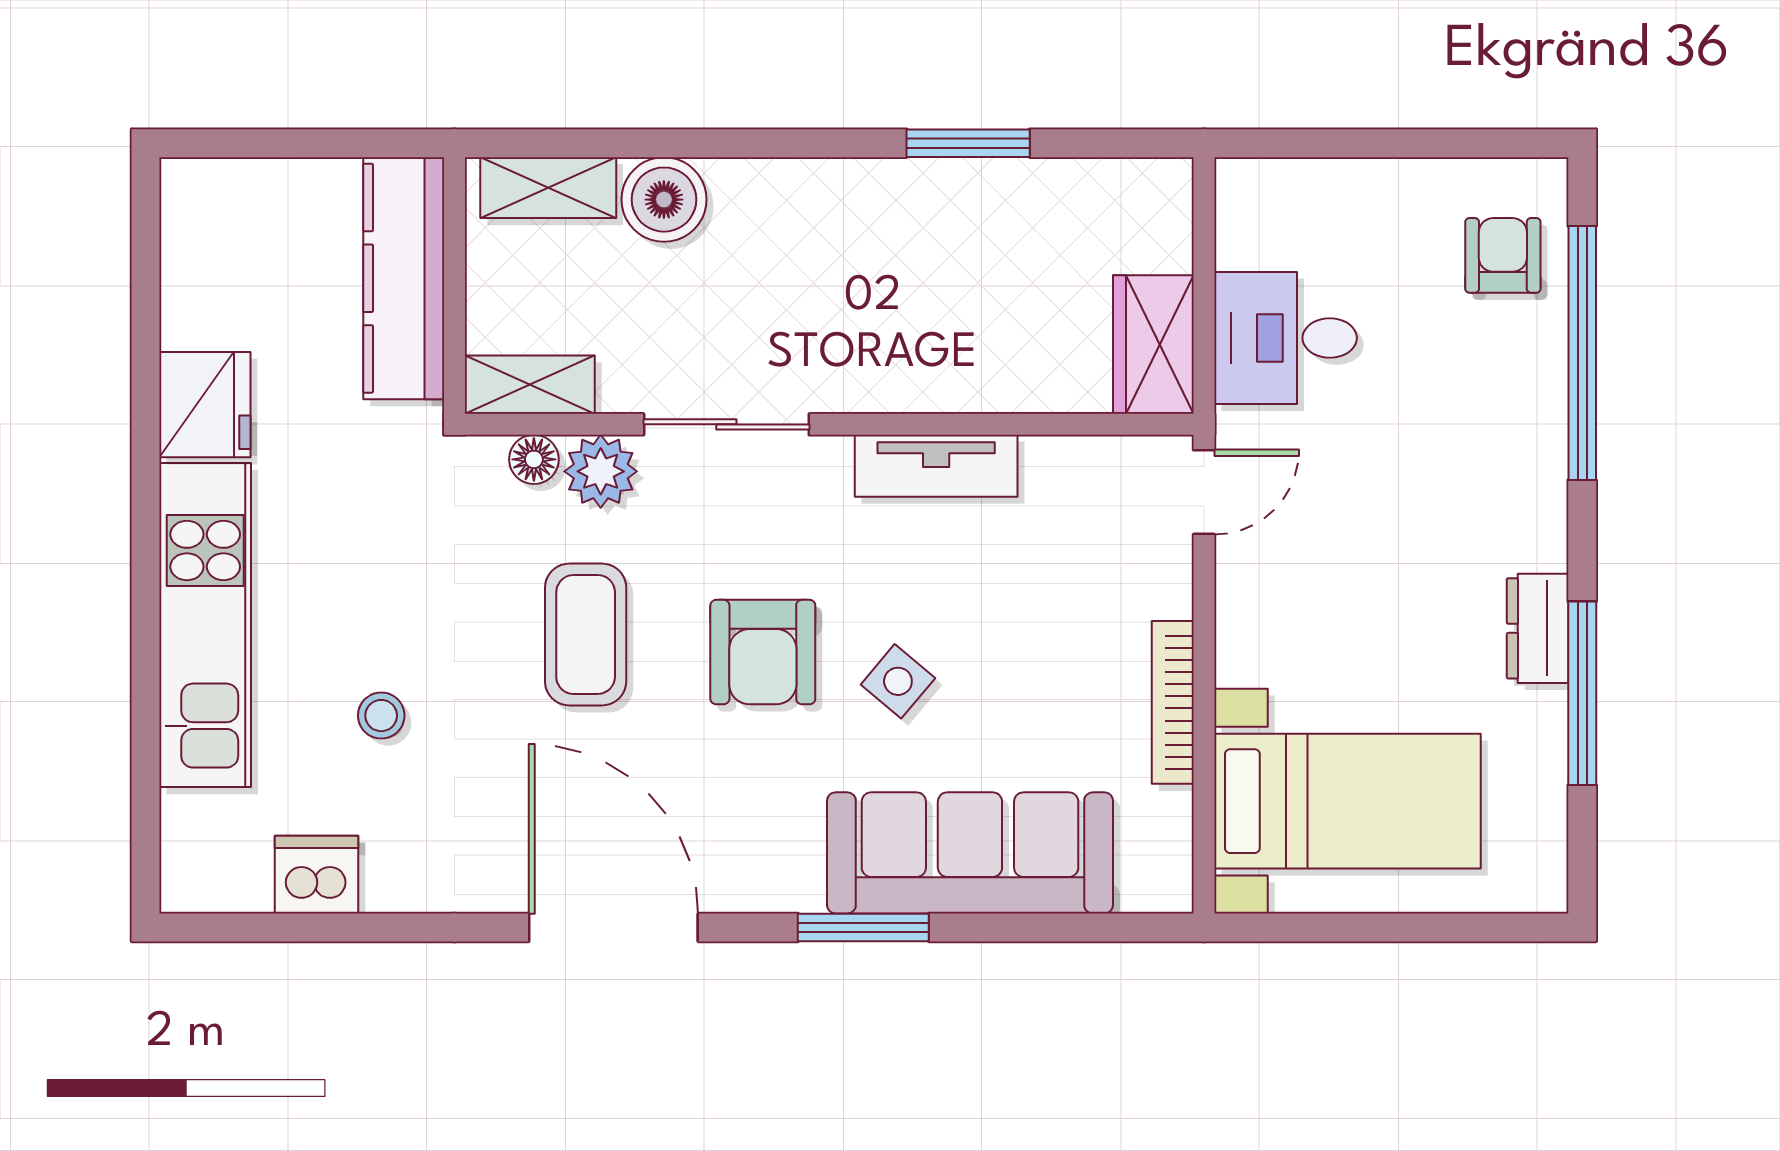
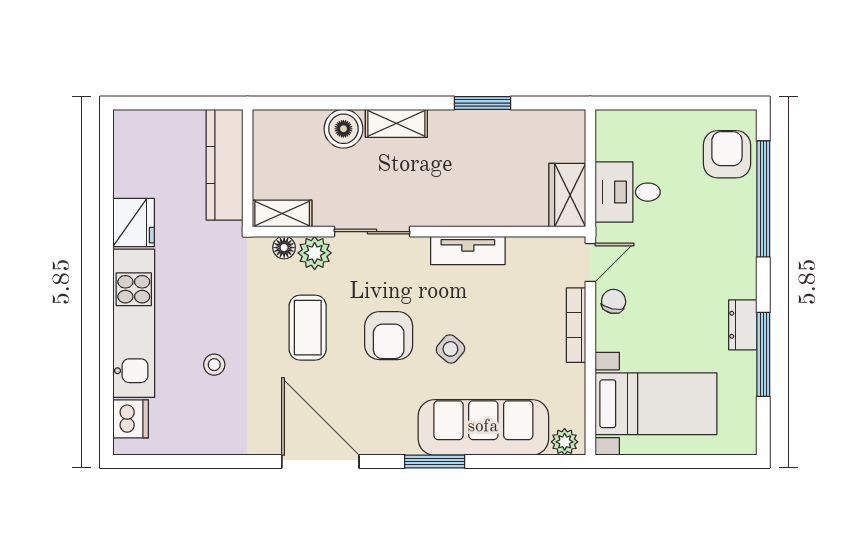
shelving: (548, 188) -> (396, 123), moved
armchair: (1503, 255) -> (727, 154), width x1.38, depth x1.38
chair: (1255, 577) -> (614, 301), added
bookcase: (1173, 702) -> (576, 325), moved
dishwasher: (317, 875) -> (131, 419), moved, turned 90
plant: (1148, 884) -> (565, 442), added

